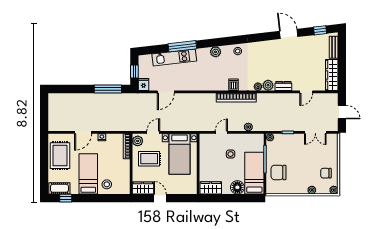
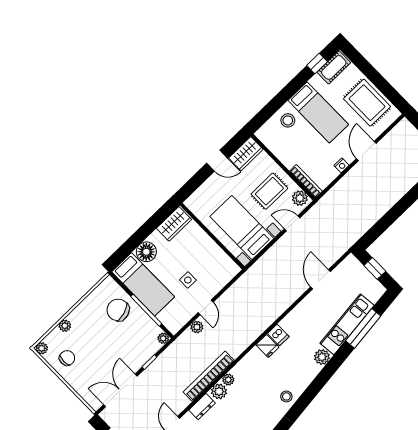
window: (182, 46) -> (363, 328), moved
plant: (216, 52) -> (322, 357), moved
fridge: (144, 85) -> (267, 346), moved
dishwasher: (234, 85) -> (278, 335), moved
window: (108, 89) -> (385, 223), removed
bookcase: (236, 98) -> (209, 376), moved
door: (153, 132) -> (292, 223), swing flipped
door: (221, 132) -> (206, 307), moved
double door: (315, 132) -> (120, 390), width x1.37
chair: (279, 172) -> (118, 310), turned -107

